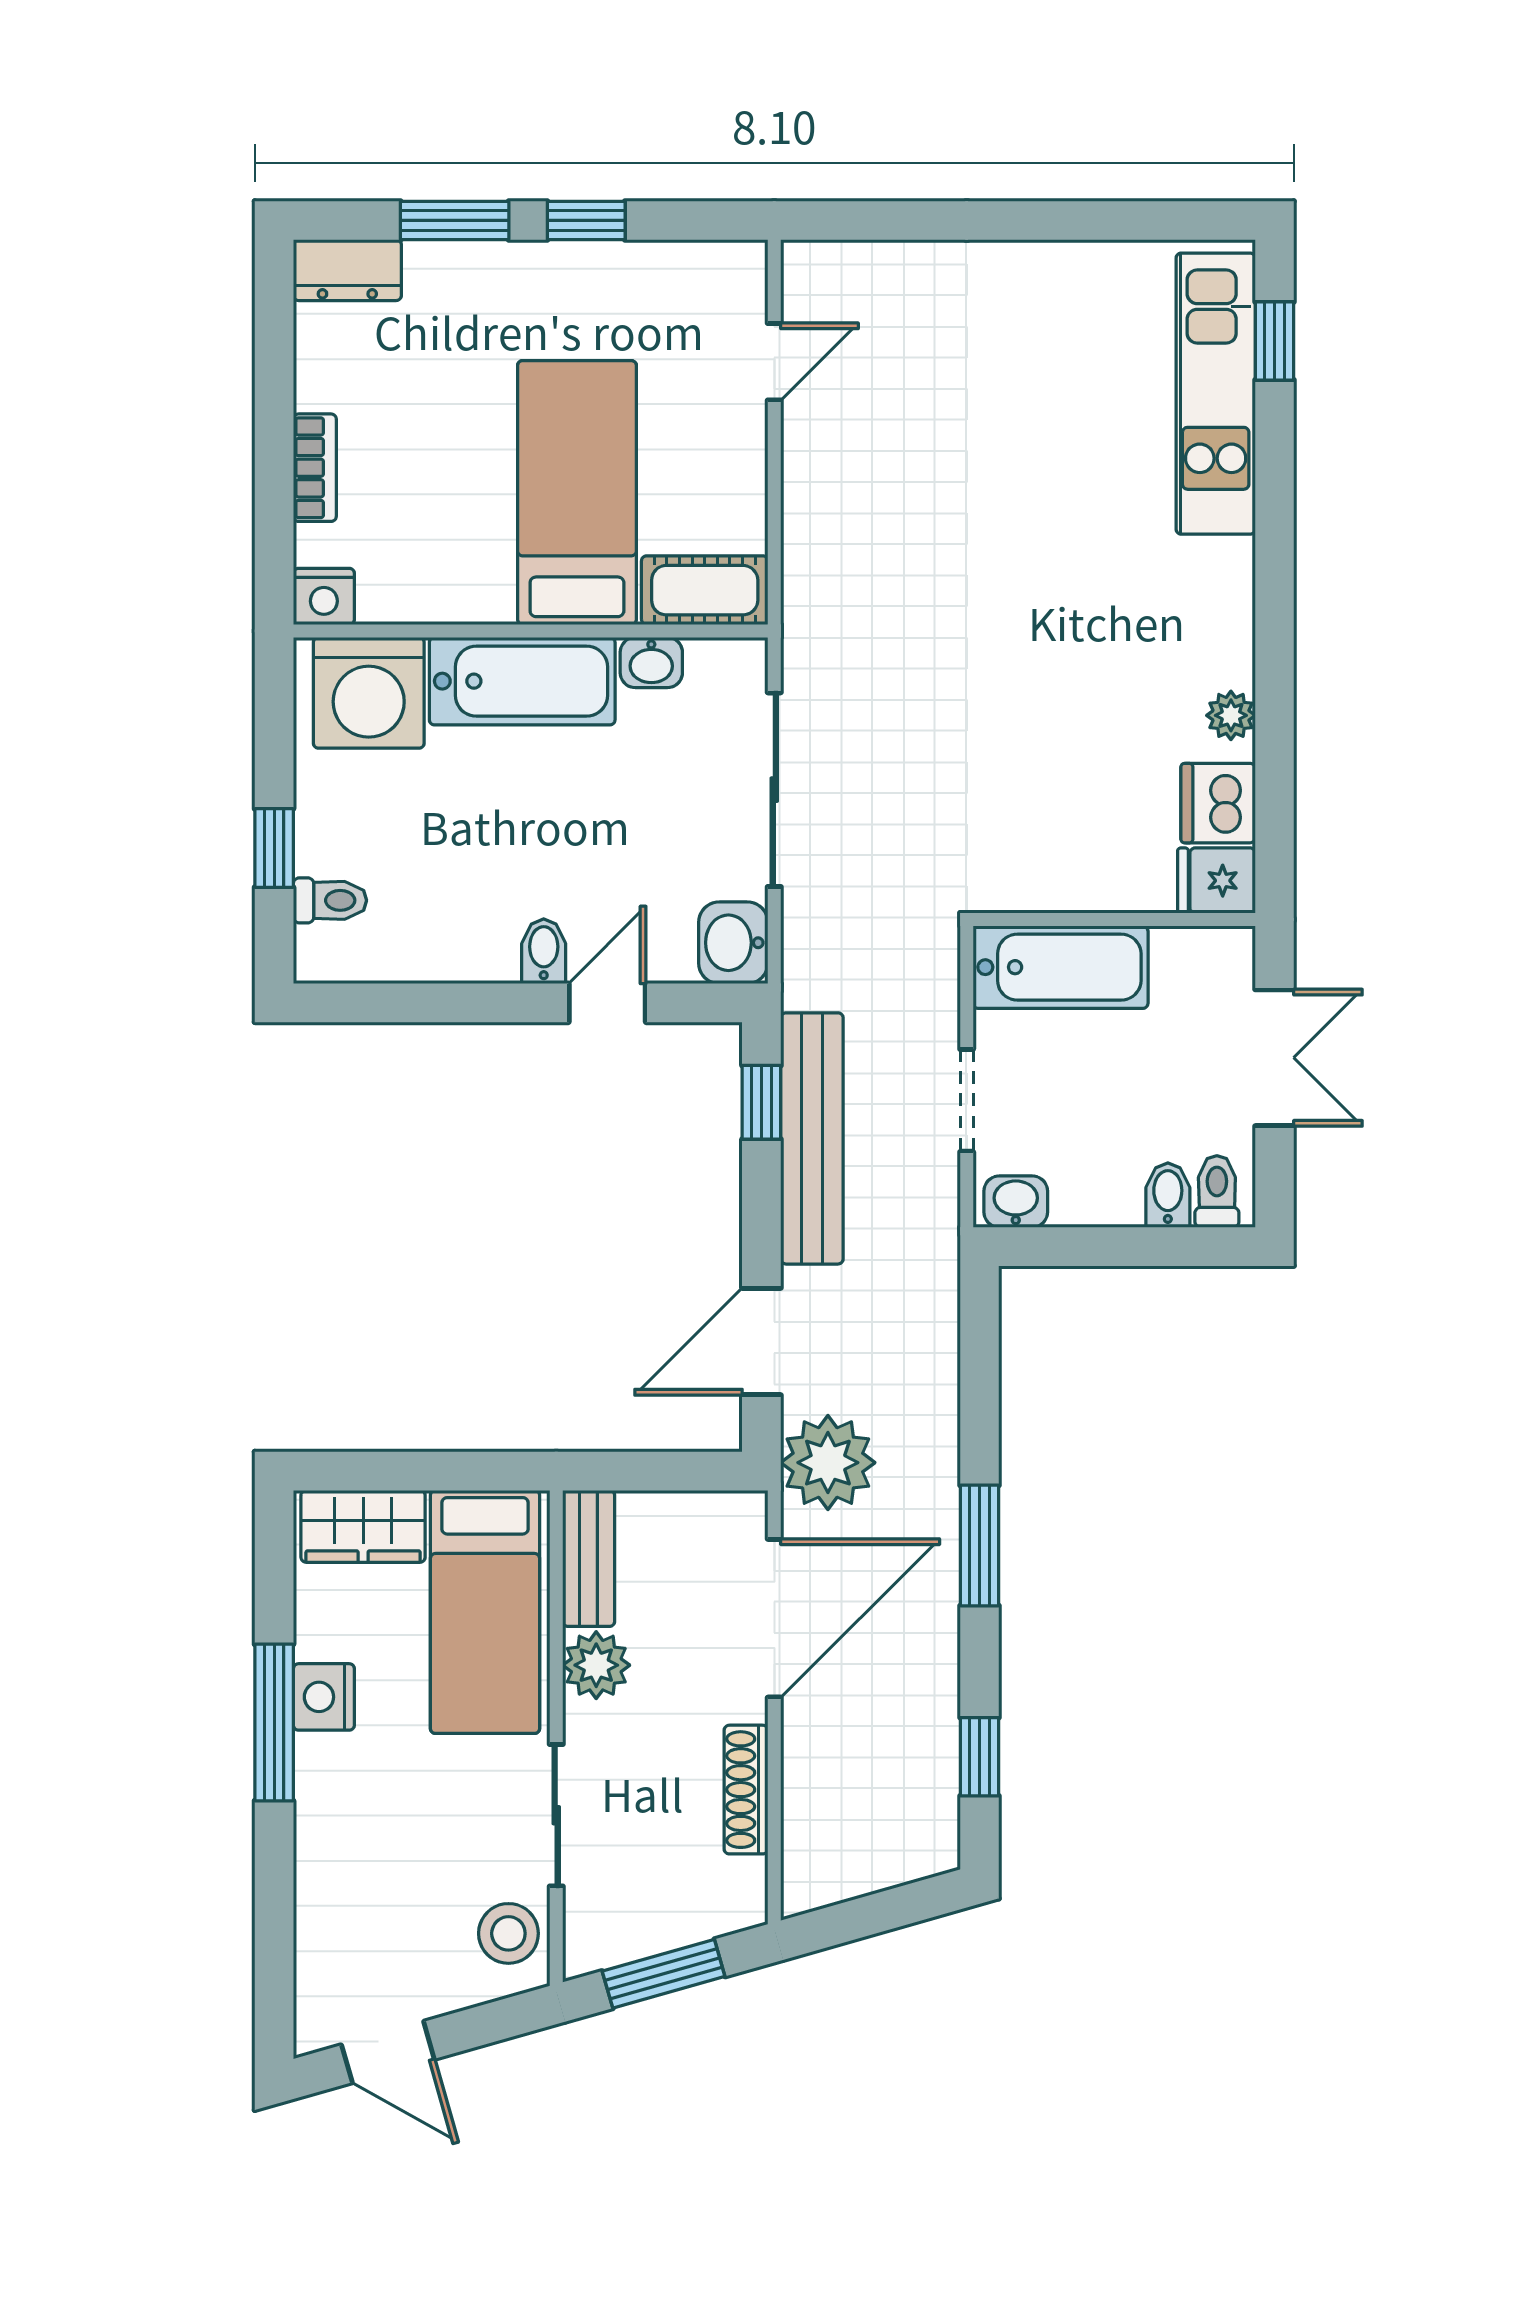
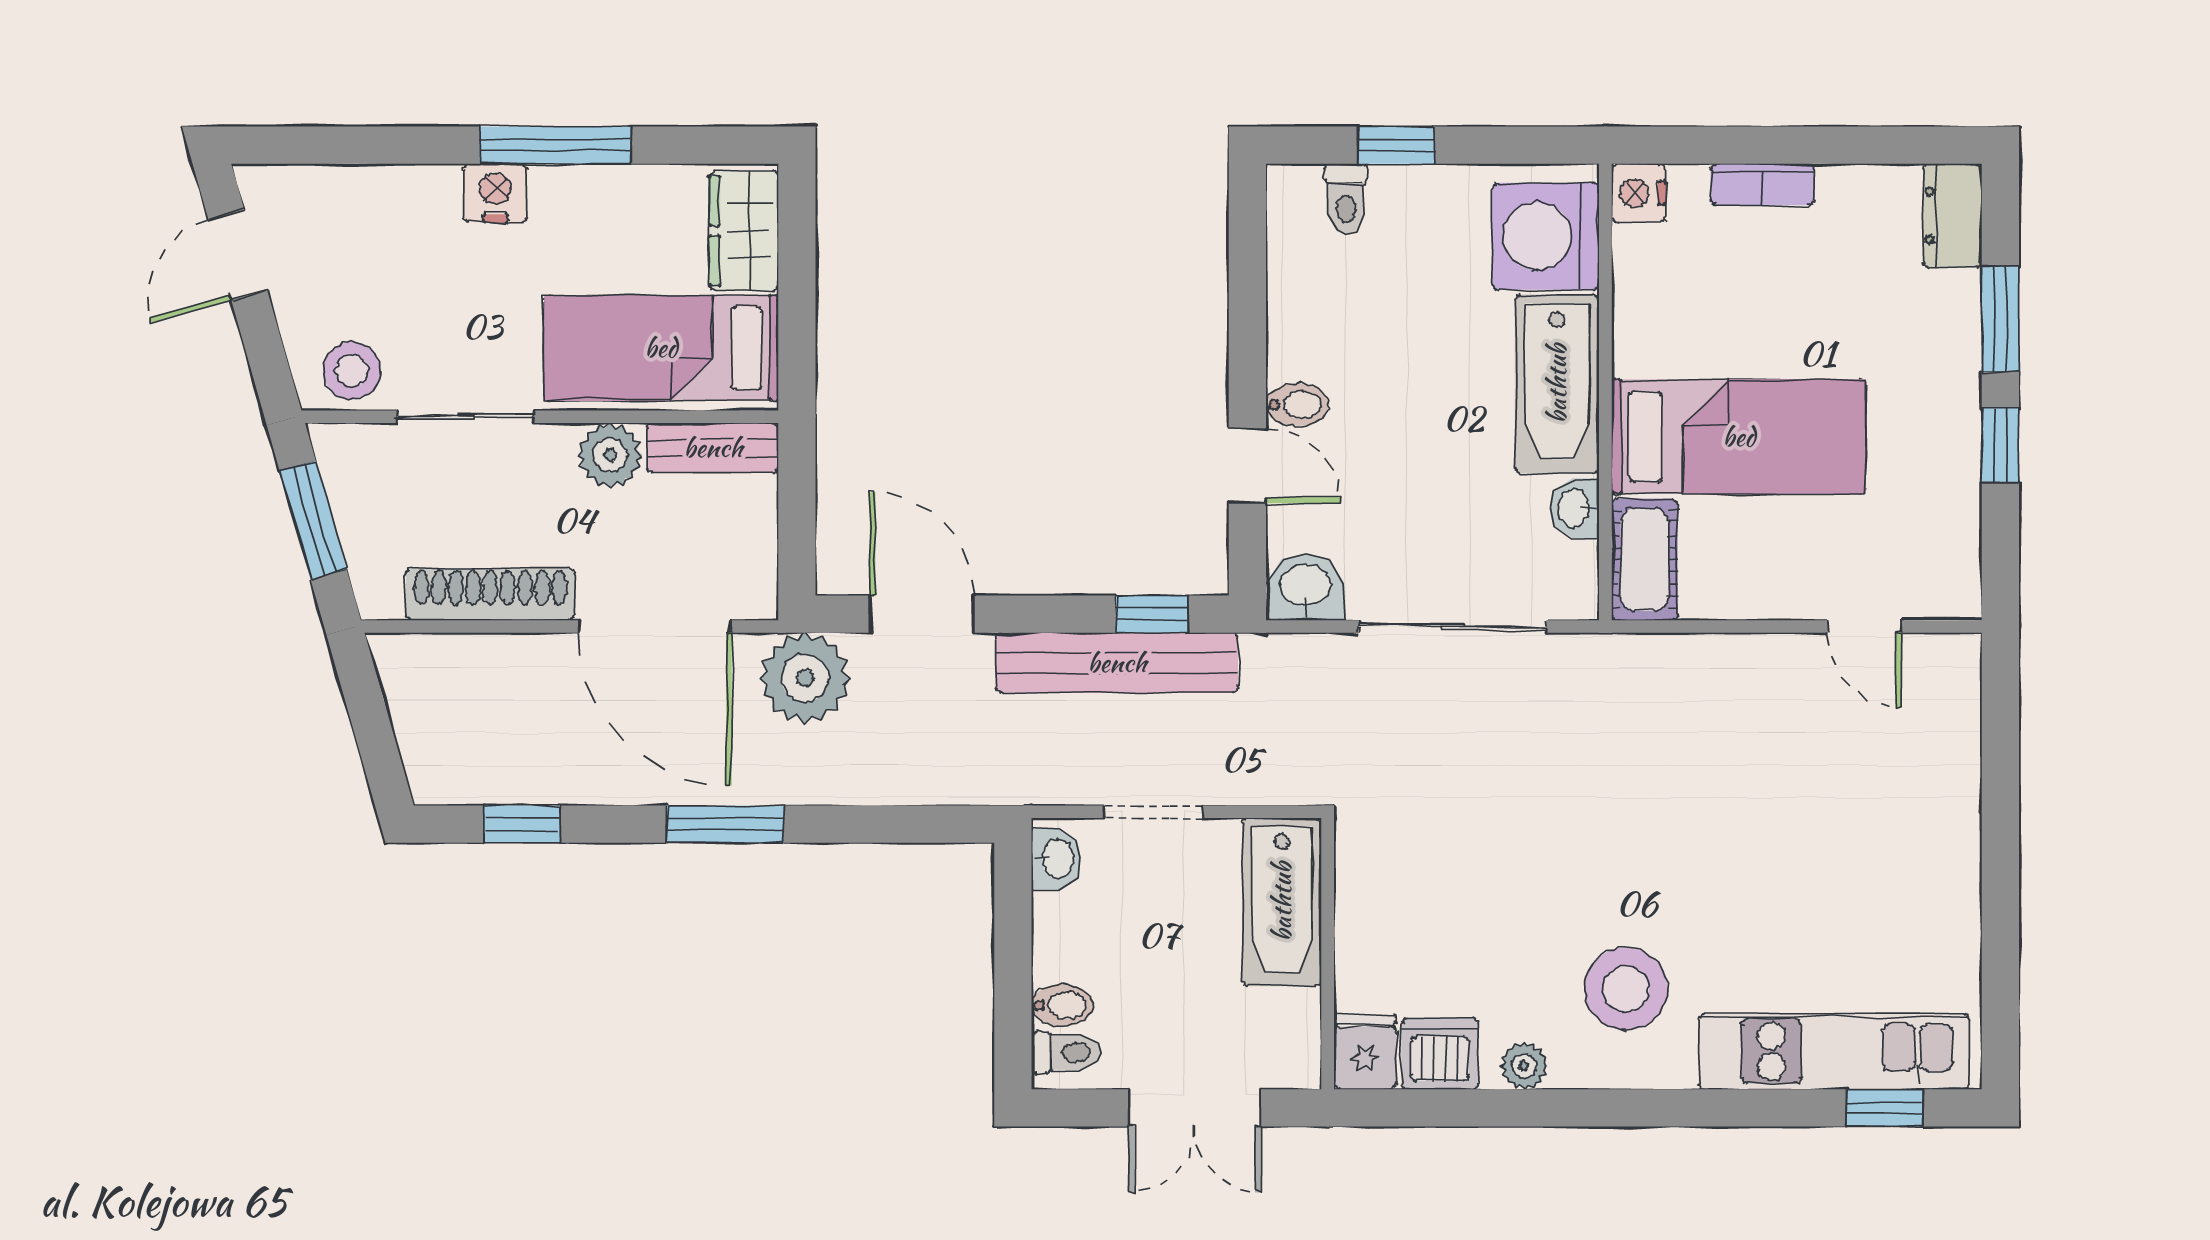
stool: (1151, 610) -> (1626, 989), added
nightstand: (324, 1697) -> (495, 193), moved
shoe rack: (746, 1790) -> (490, 594), width x1.36, depth x1.24

